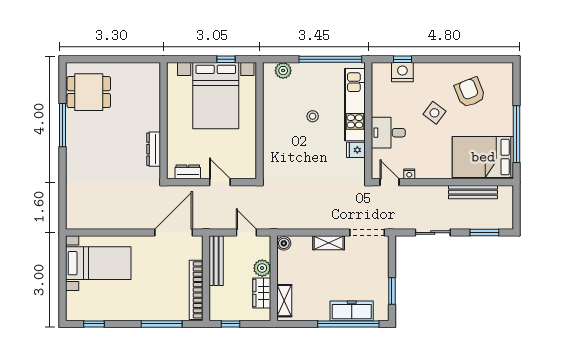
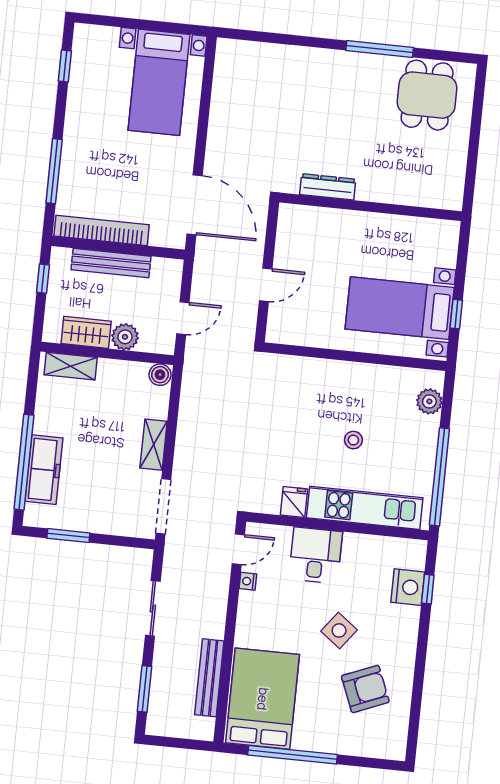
bed with nightstands: (216, 96) -> (400, 308), width x0.73
dresser: (188, 172) -> (287, 237), removed
bench: (216, 261) -> (111, 263), moved

